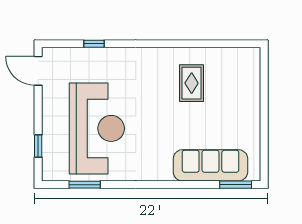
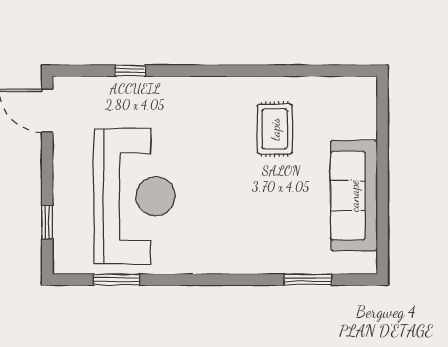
sofa: (210, 165) -> (354, 196), moved, turned -90
window: (236, 185) -> (308, 280), moved

